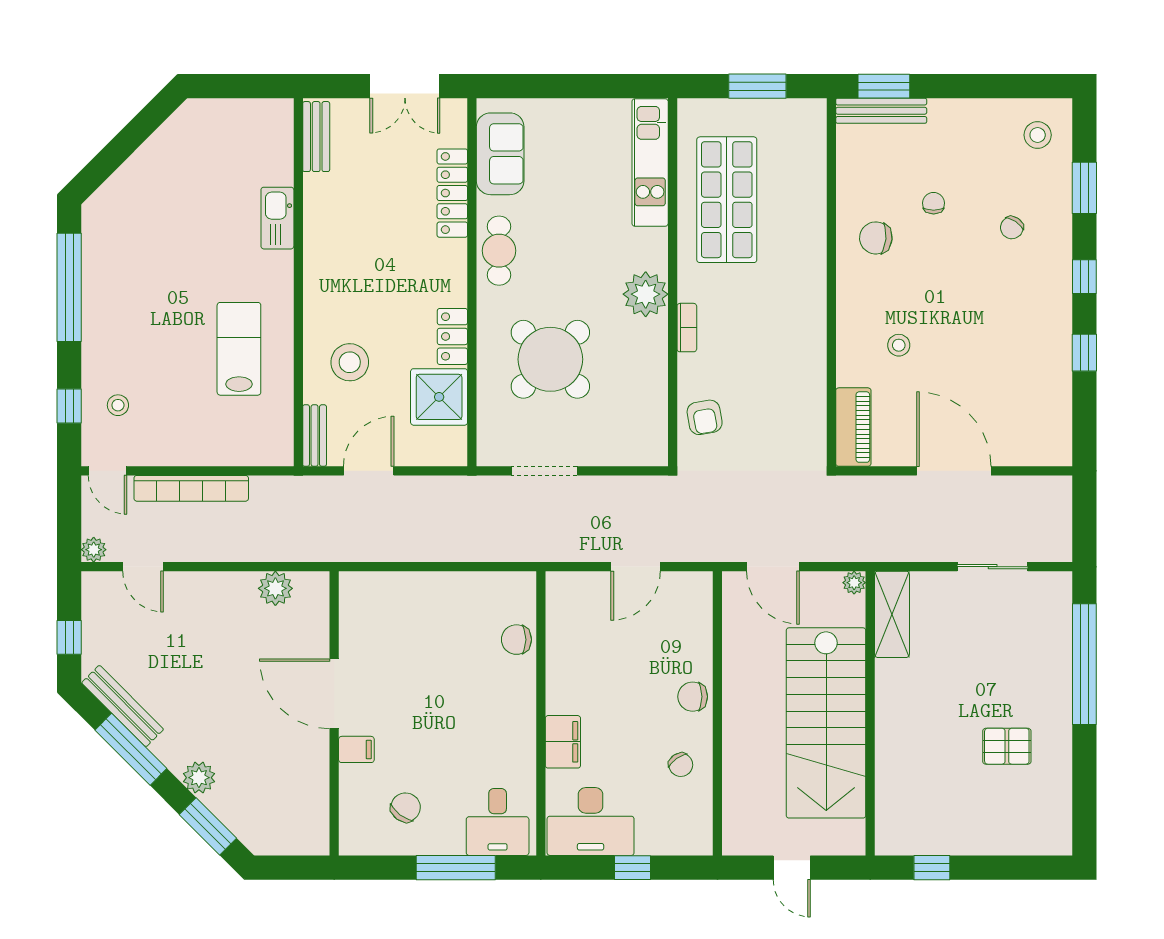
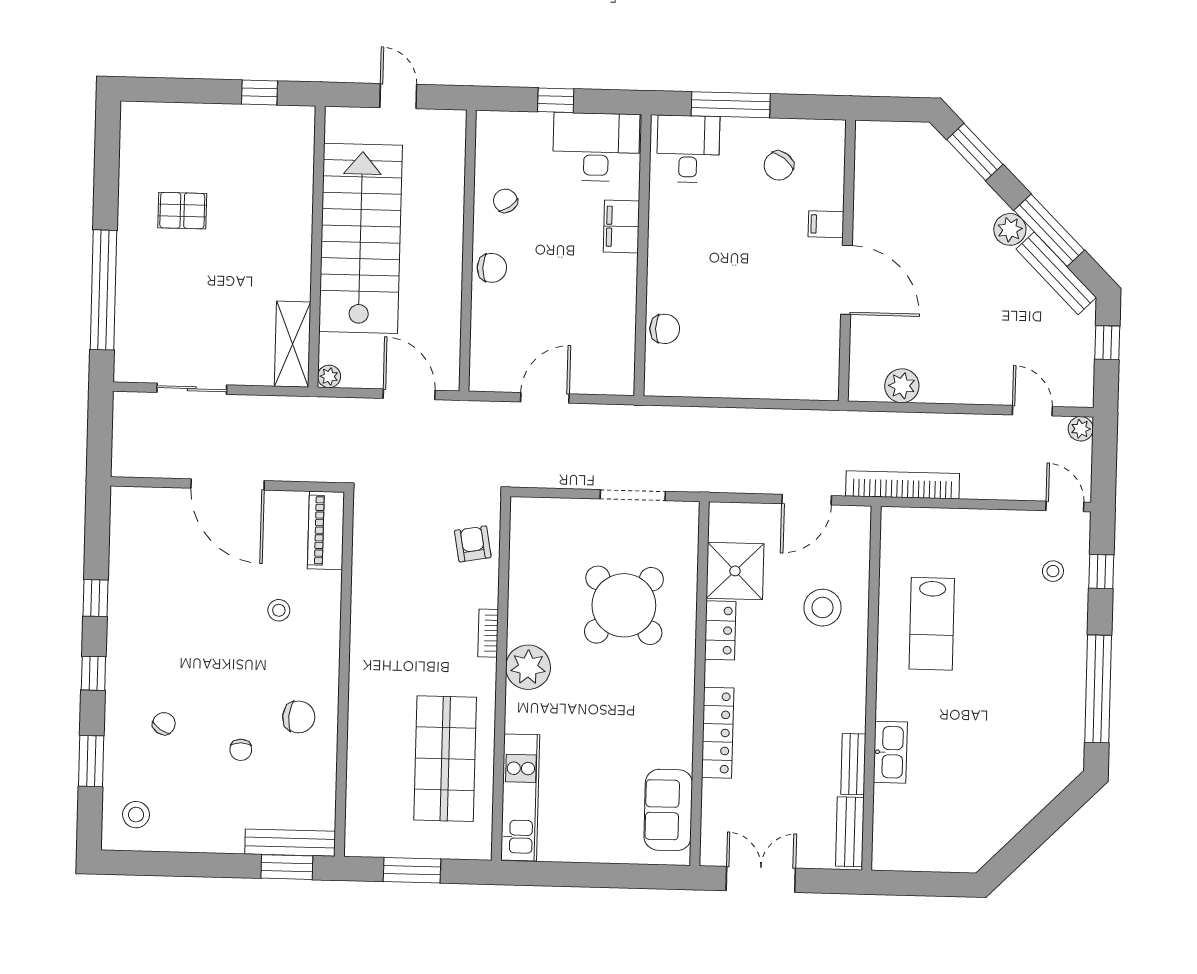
locker: (452, 193) -> (718, 733), moved
cafe table: (499, 251) -> (672, 714), removed
bench: (315, 436) -> (853, 764), moved
bookcase: (191, 488) -> (903, 485), moved
plant: (199, 778) -> (1010, 229), moved

